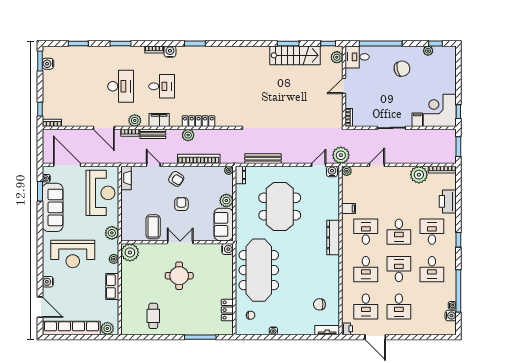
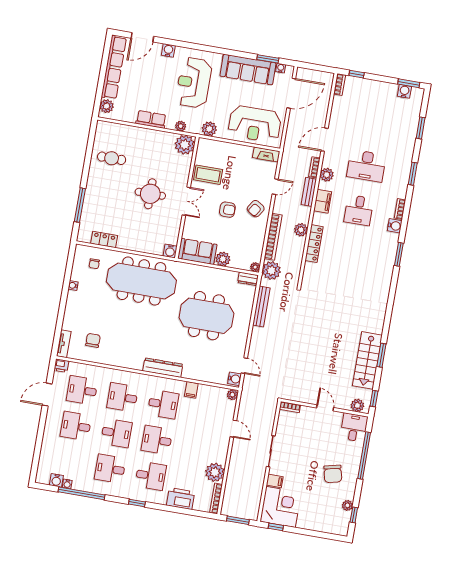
plant: (341, 155) -> (271, 271), moved

